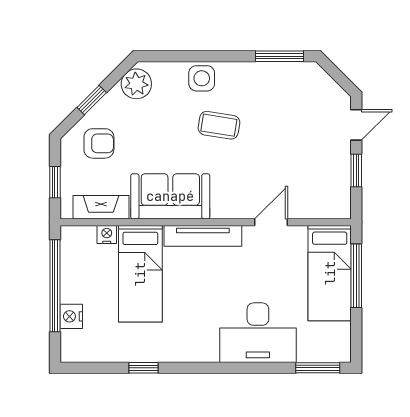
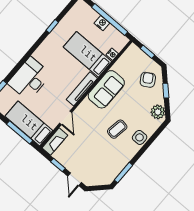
armchair: (99, 143) -> (148, 80), turned 149
fireplace: (101, 207) -> (55, 142), moved
nightstand: (71, 316) -> (102, 23), moved

